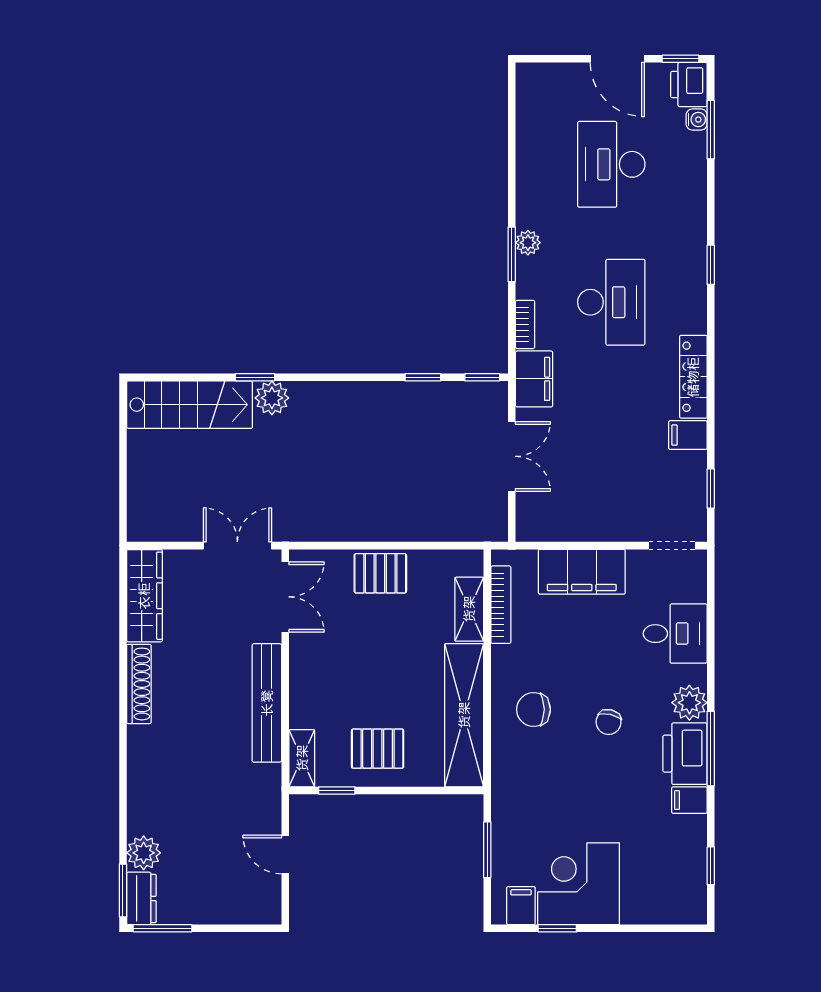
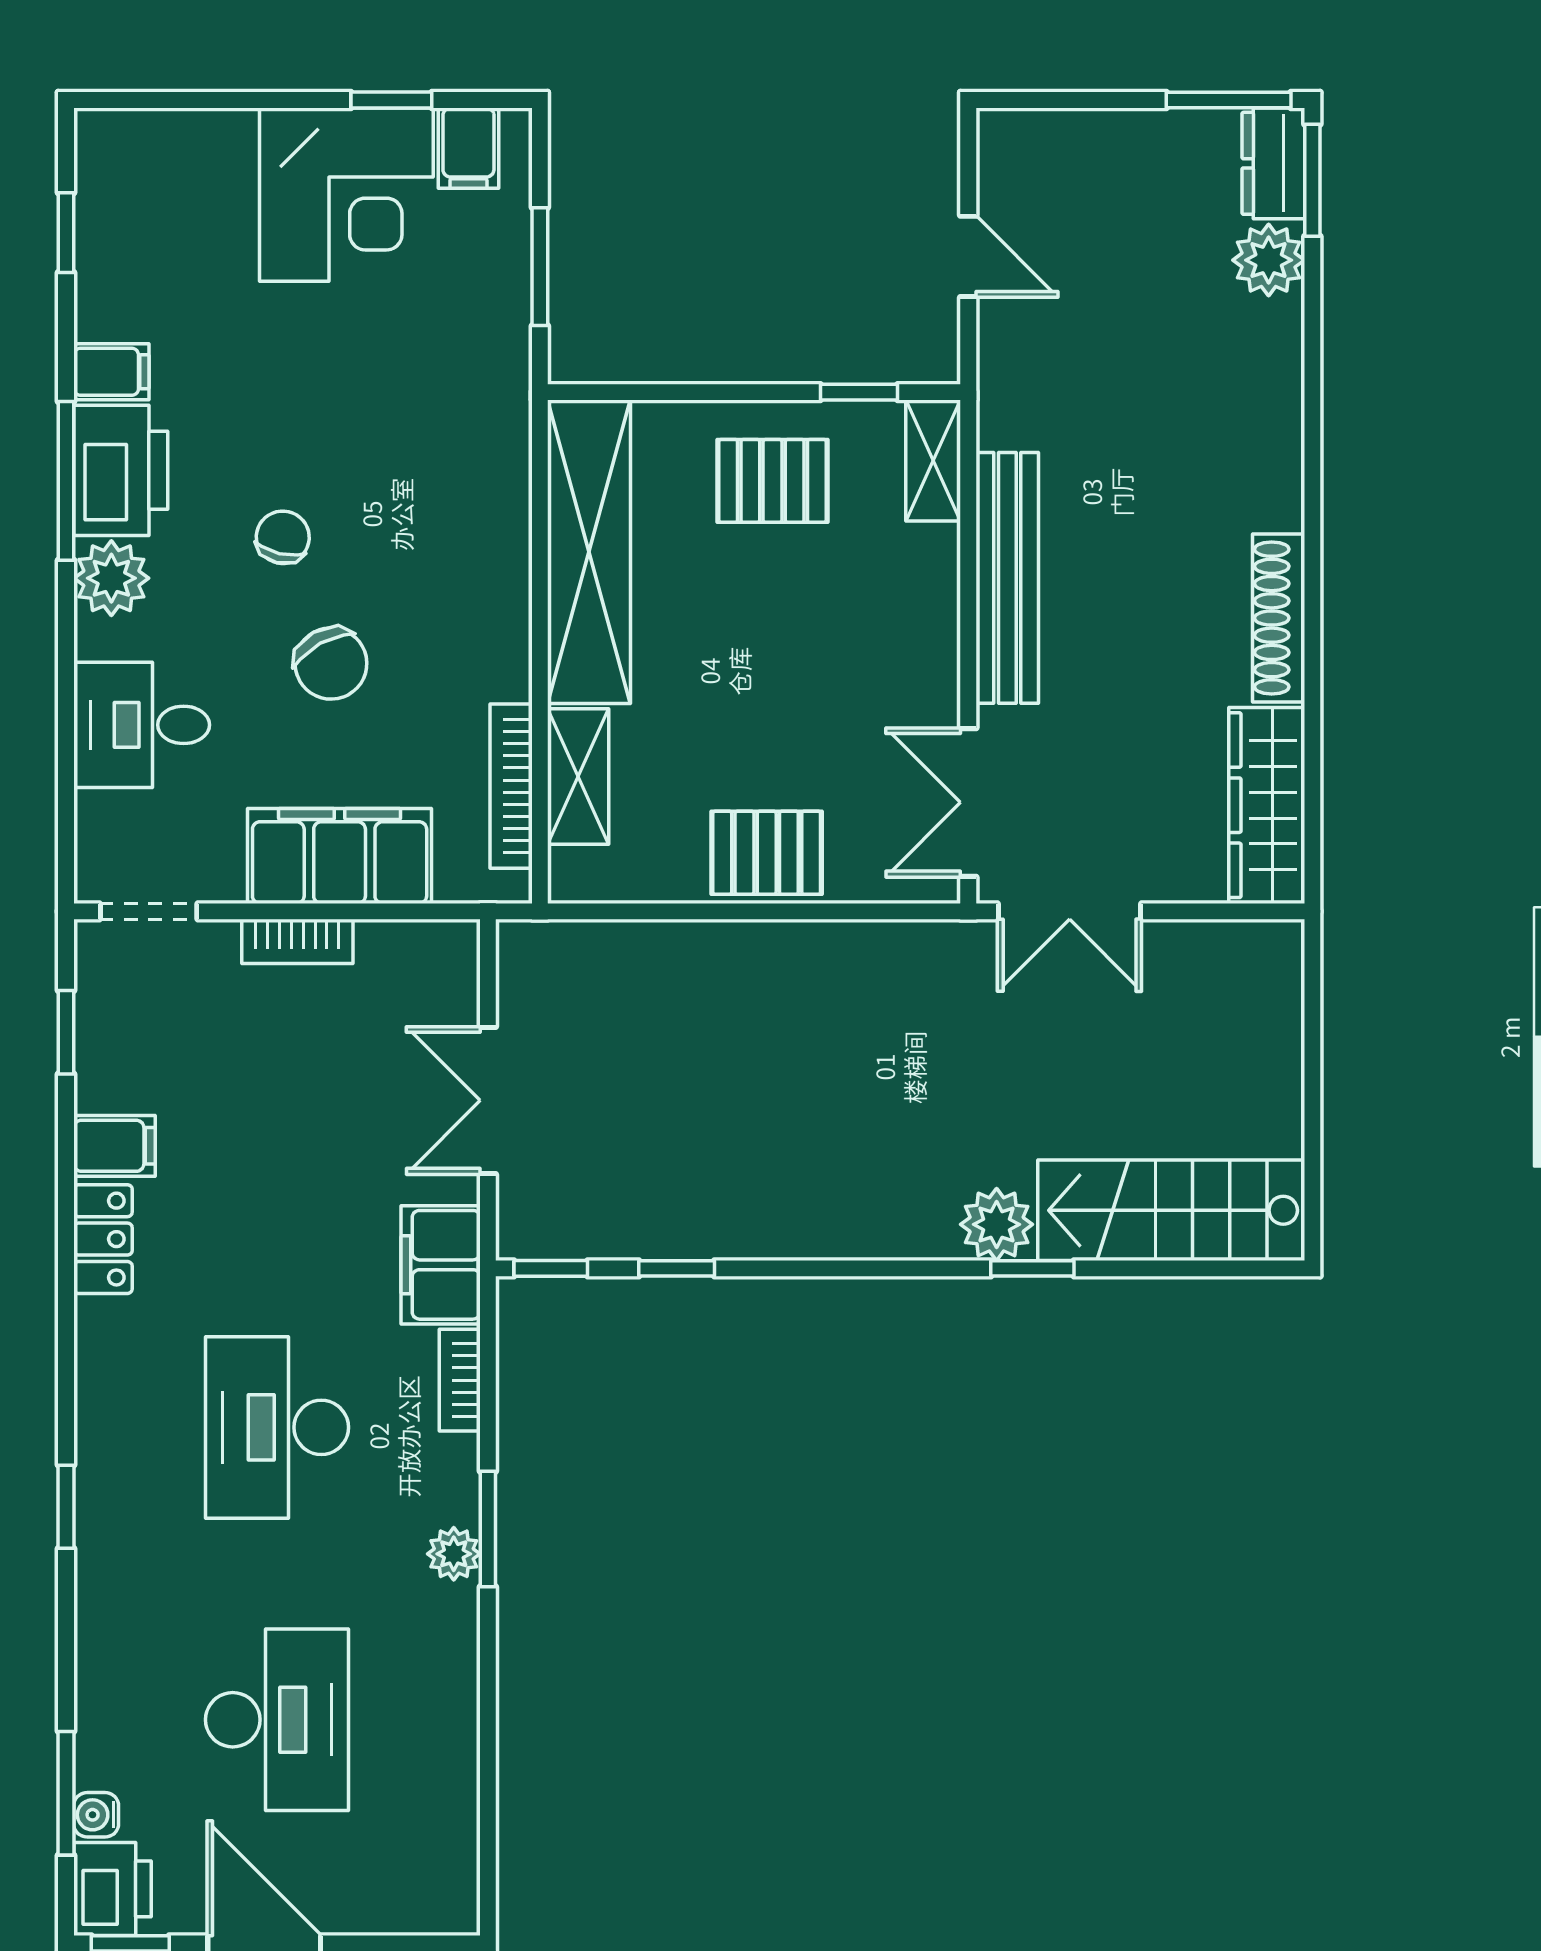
locker: (693, 377) -> (103, 1239), width x0.66
bookcase: (602, 531) -> (297, 941), added
chair: (533, 709) -> (331, 664), moved, turned 61

